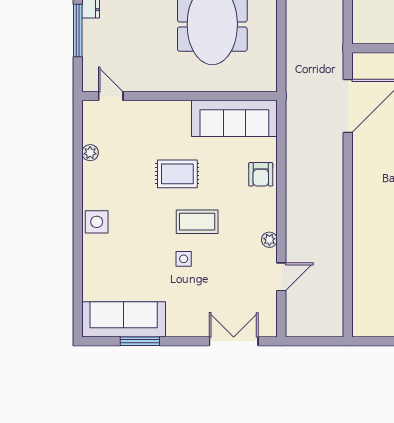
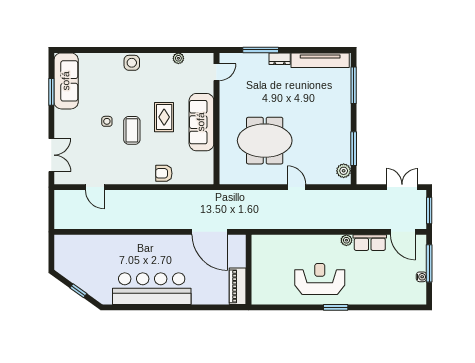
sofa: (234, 118) -> (201, 122), moved
plant: (269, 240) -> (120, 179), removed

